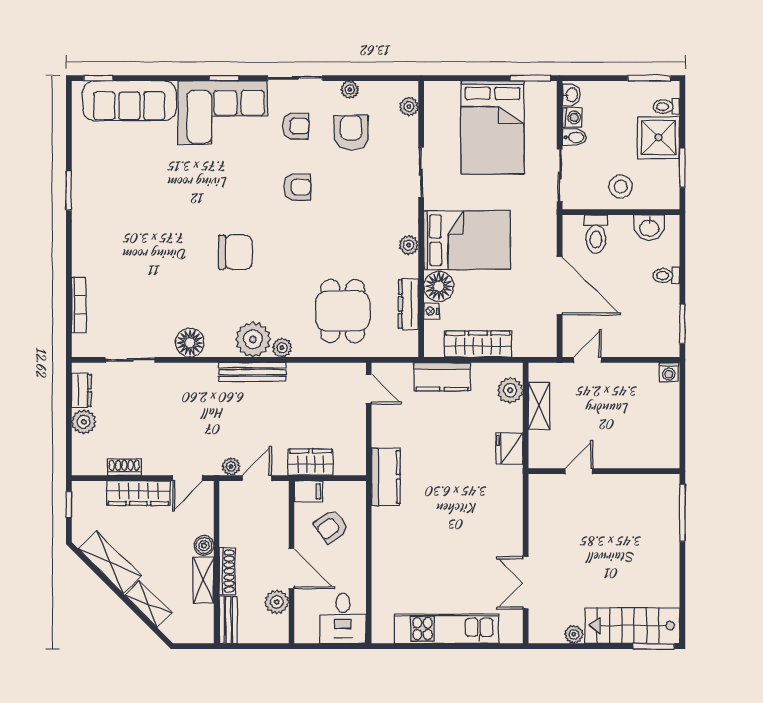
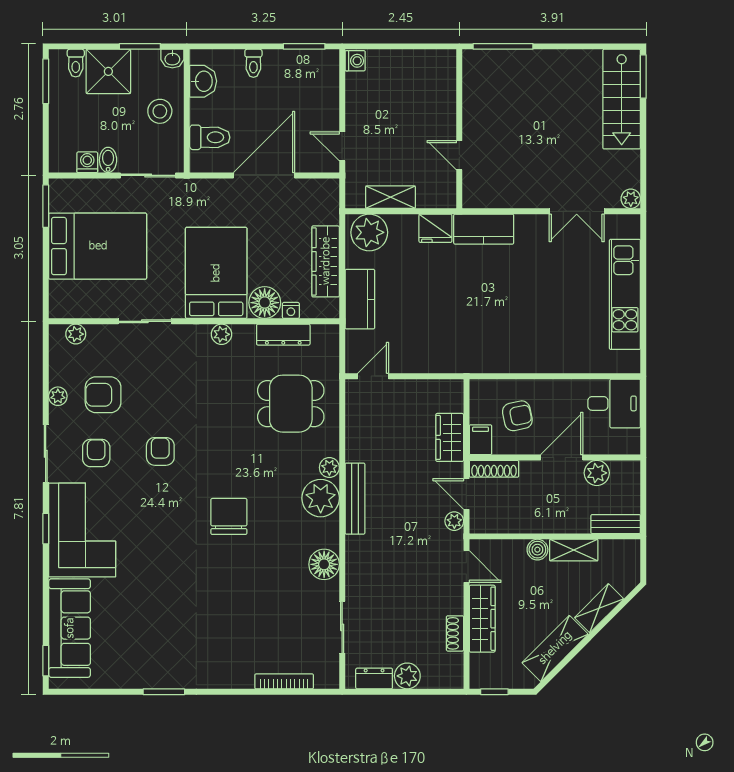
washbasin: (571, 95) -> (172, 59), moved, turned 180
plant: (510, 390) -> (369, 232), width x1.36, depth x1.36
kitchen counter: (386, 477) -> (484, 229), moved, turned 180
armchair: (331, 526) -> (517, 416), turned -66
shoe rack: (227, 571) -> (494, 469), moved, turned 180
plant: (574, 634) -> (631, 199), moved

